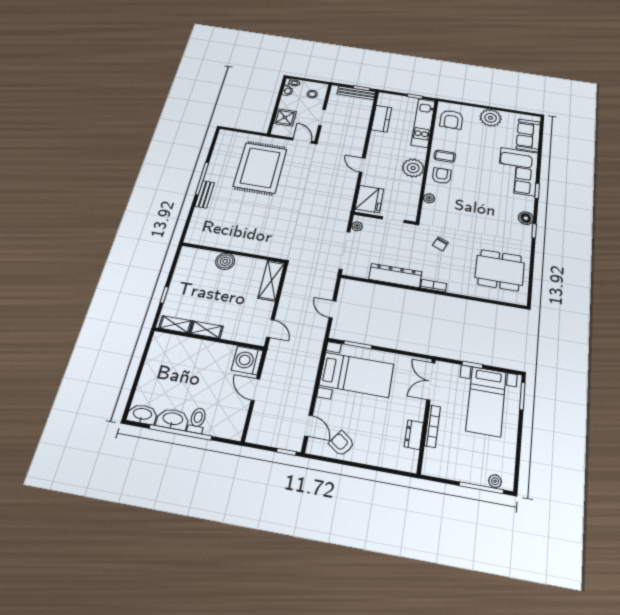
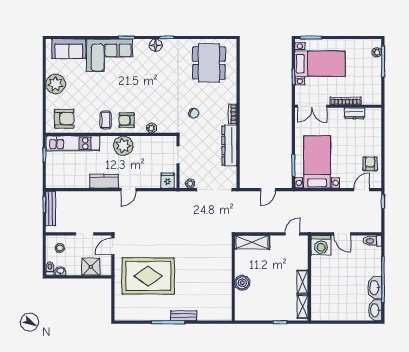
kitchen counter: (381, 119) -> (104, 181), moved
fridge: (369, 199) -> (168, 181), width x0.53, depth x0.75
door: (255, 390) -> (342, 234), hinge flipped
toilet: (197, 421) -> (372, 241), moved
armchair: (341, 444) -> (370, 164), turned 145

